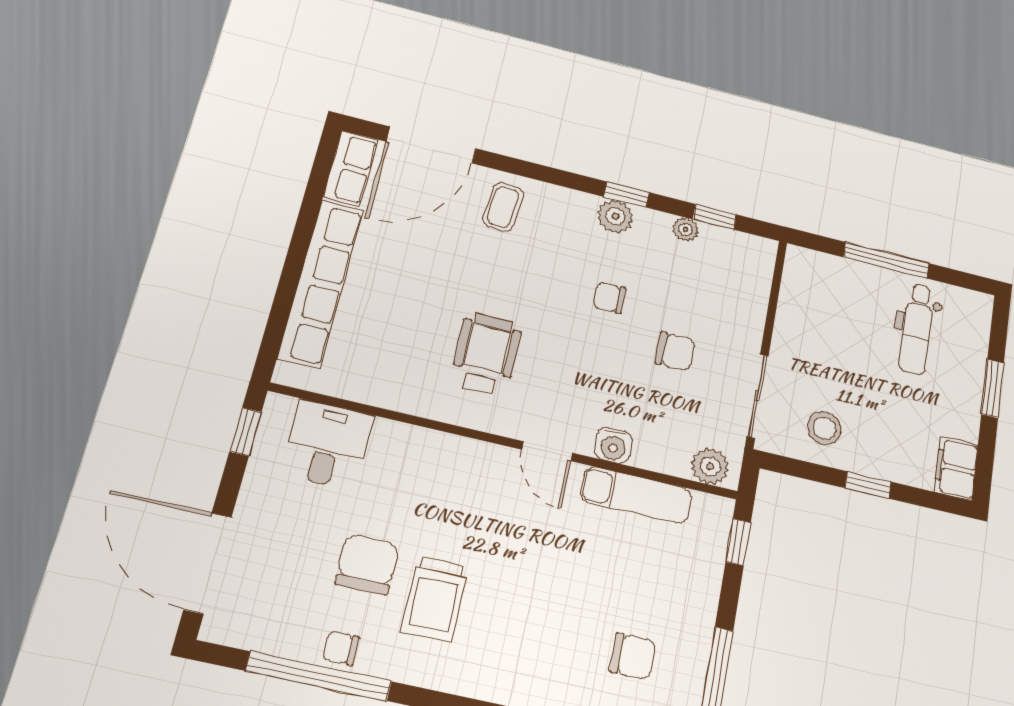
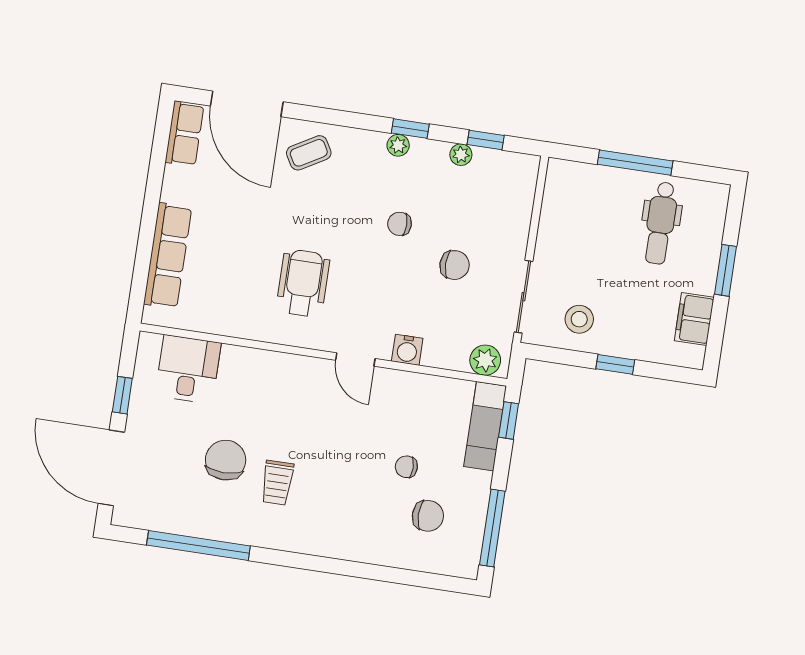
door: (431, 145) -> (247, 104), hinge flipped
coffee table: (503, 207) -> (309, 153), turned 55
plant: (615, 216) -> (398, 145), width x0.73, depth x0.73
row of seats: (321, 283) -> (168, 256), width x0.73
window: (246, 432) -> (122, 395), moved
filing cabinet: (956, 468) -> (694, 319), moved
exam couch: (636, 495) -> (485, 426), moved, turned 90
trolley: (435, 599) -> (277, 483), width x0.73, depth x0.72
chair: (341, 648) -> (406, 467), moved

